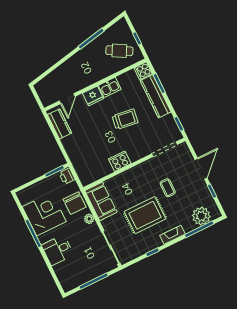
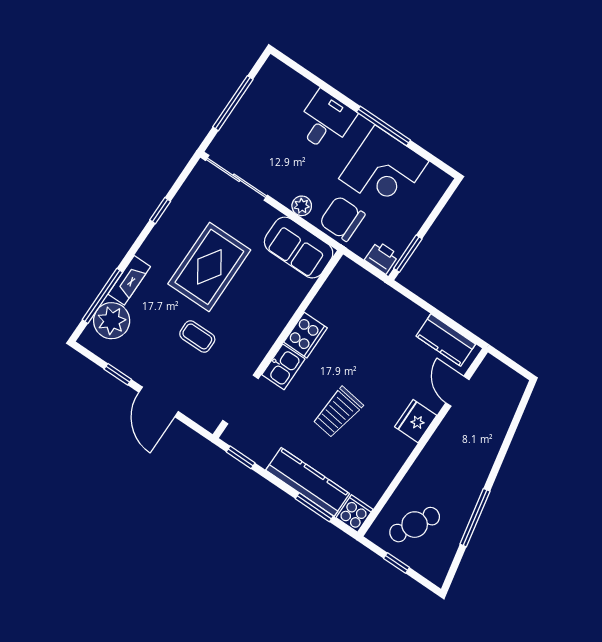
kitchen sink: (110, 87) -> (283, 367), moved, turned 180
fireplace: (173, 235) -> (129, 280), moved

